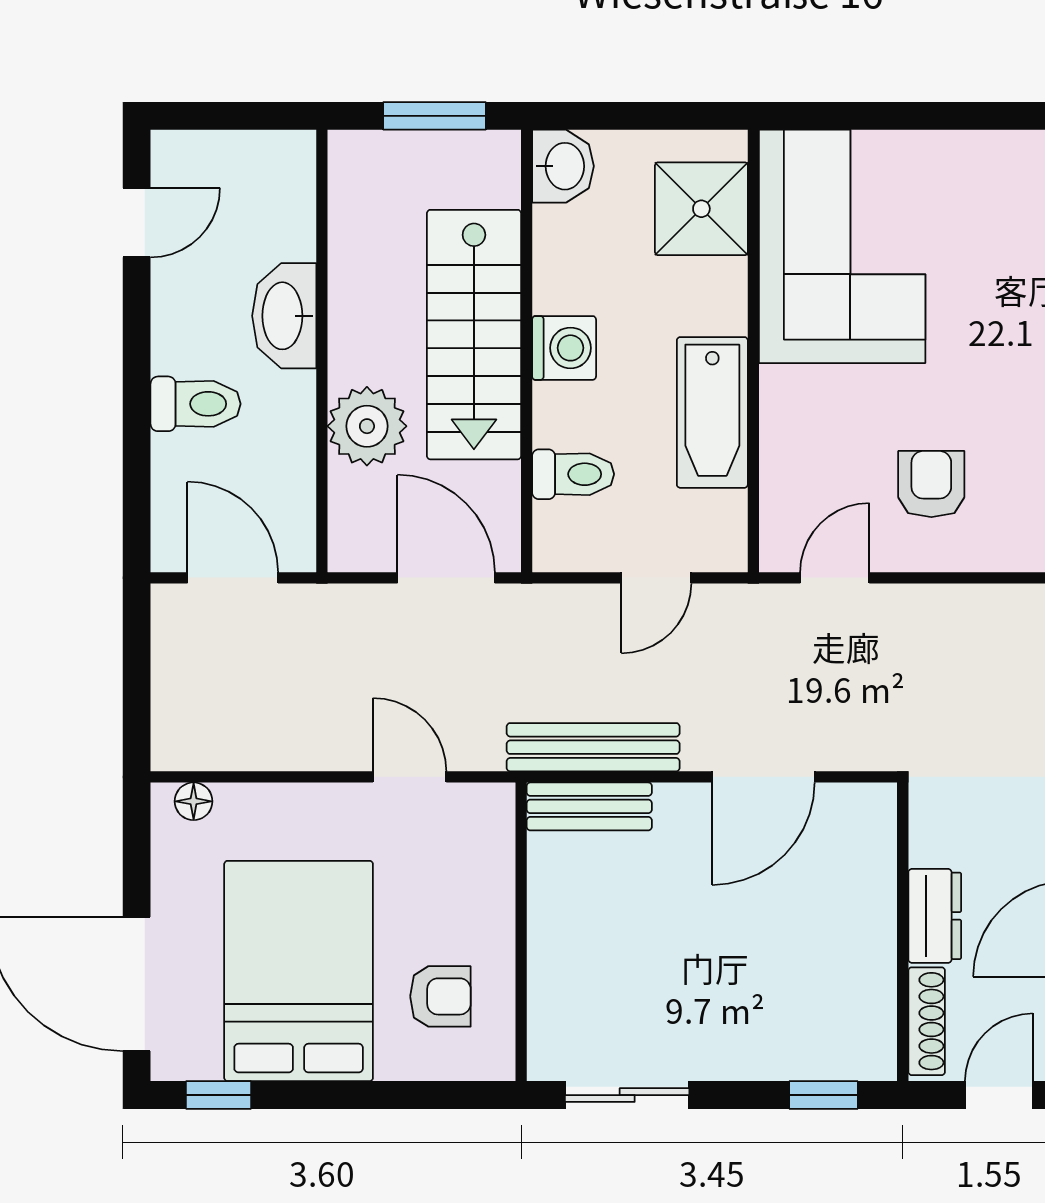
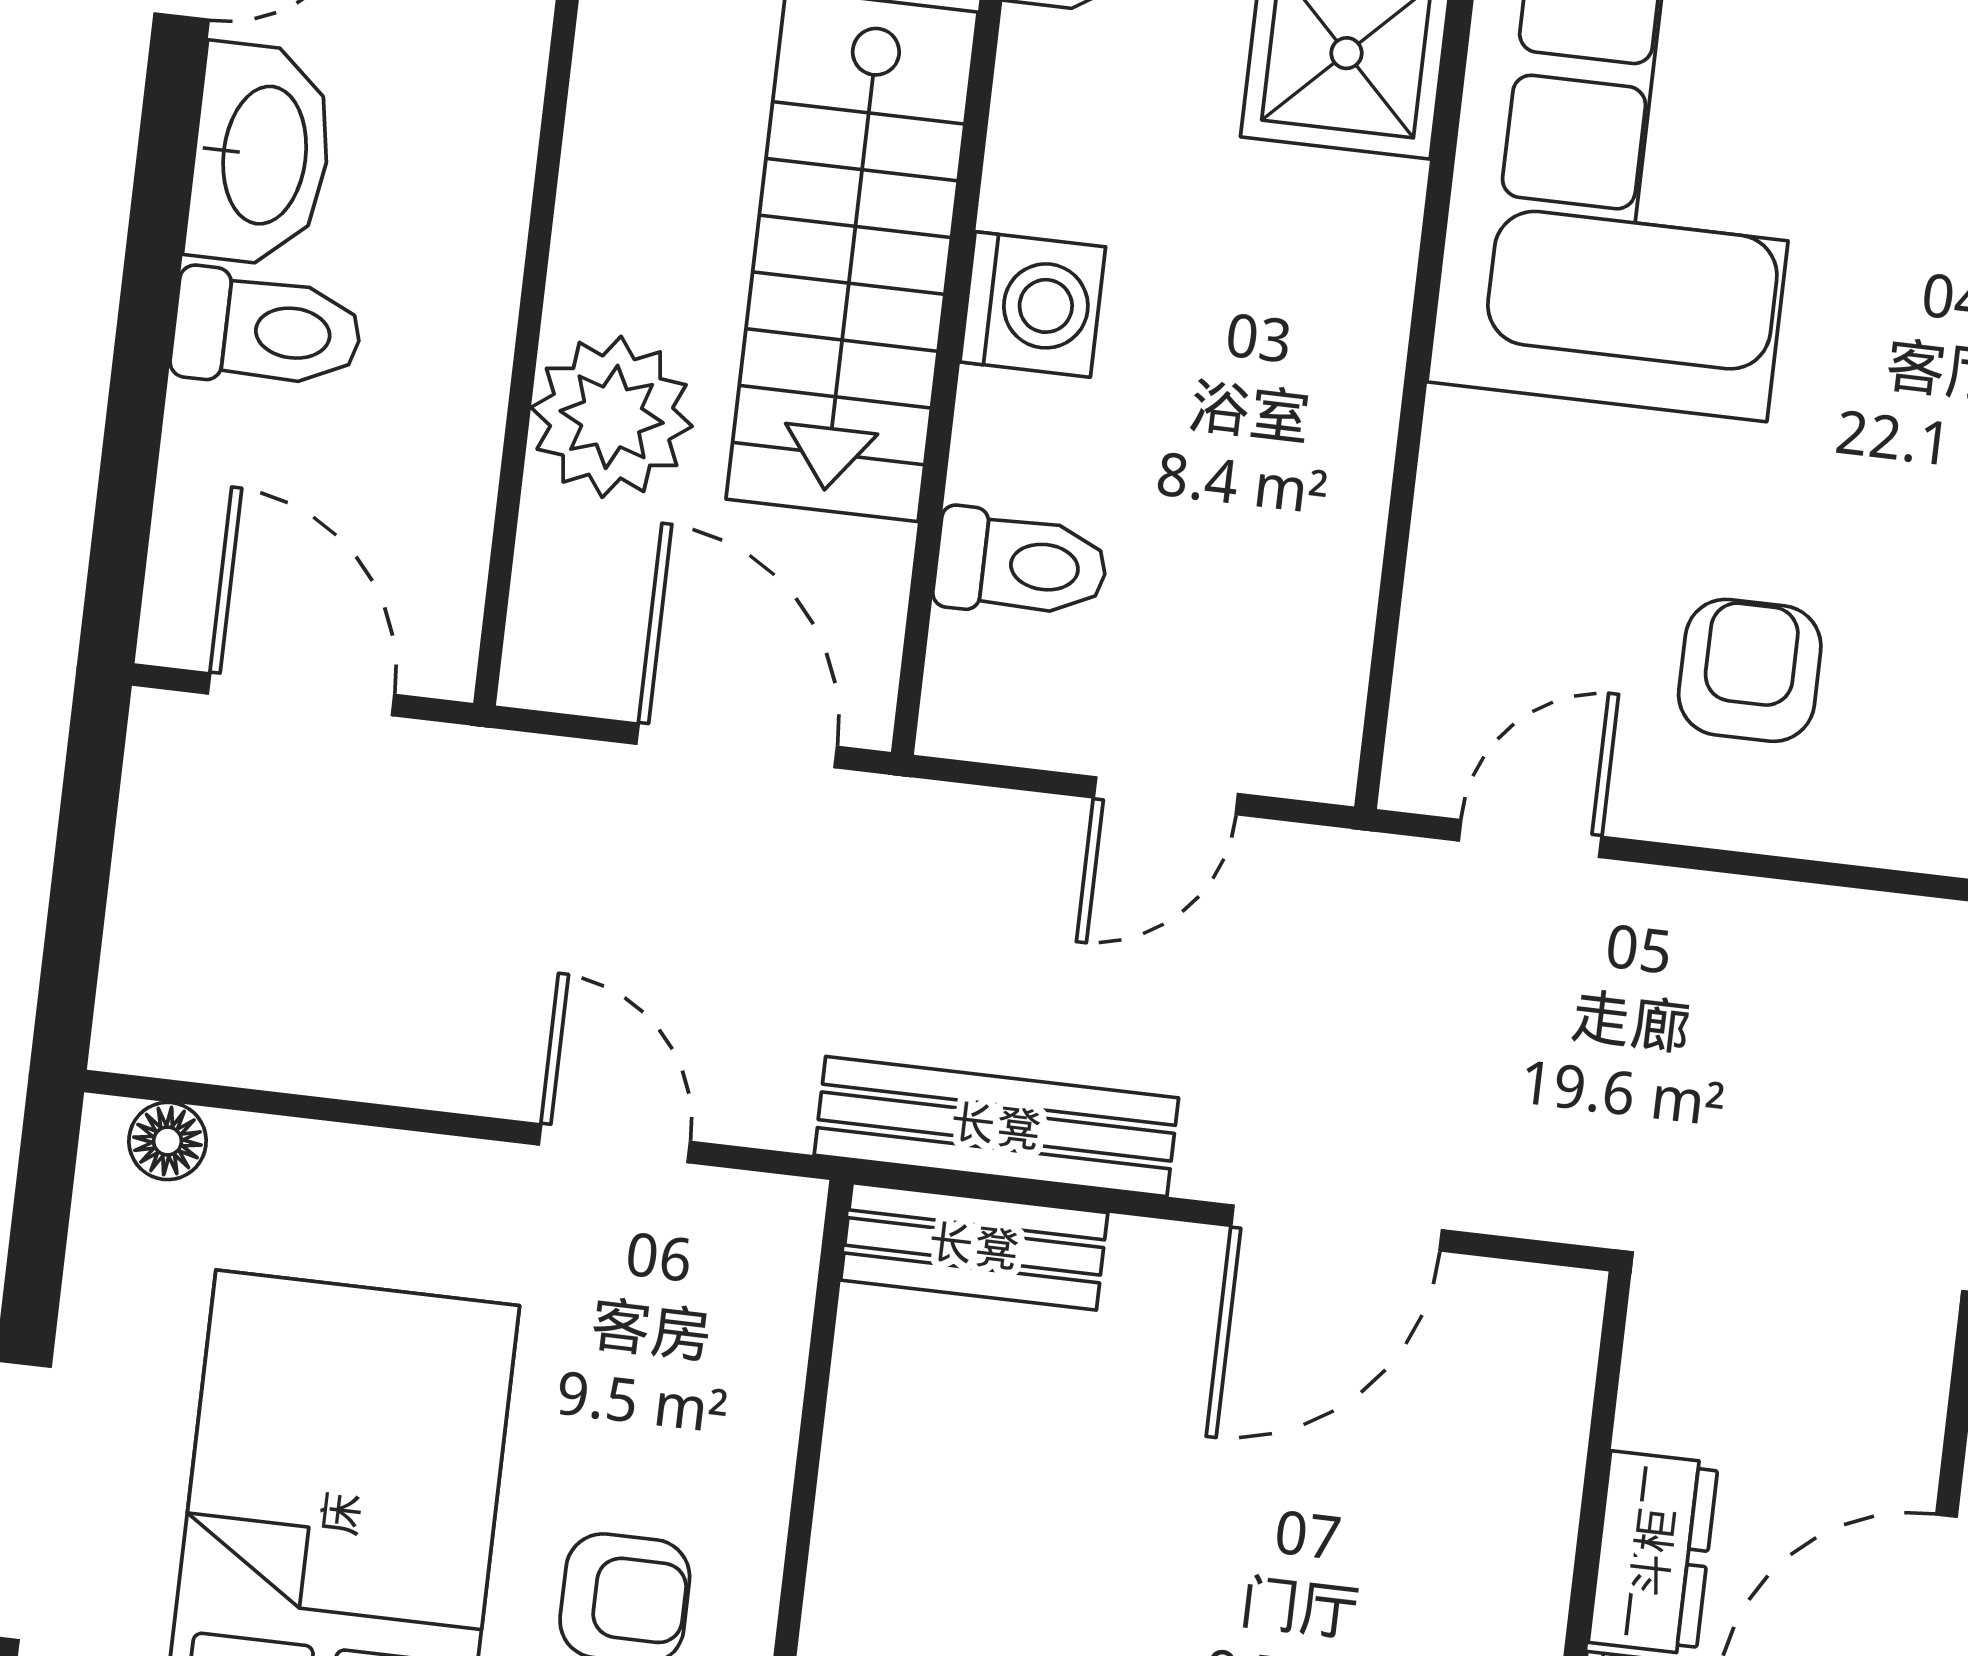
washbasin: (284, 316) -> (261, 155), moved, turned 180
bathtub: (712, 412) -> (1320, 472), removed

